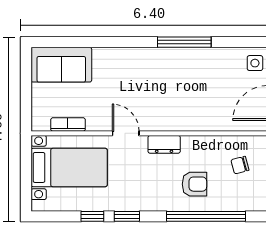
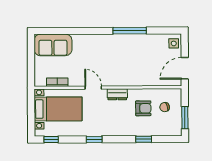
armchair: (194, 184) -> (143, 108), moved
window: (92, 216) -> (51, 140), moved
window: (206, 216) -> (144, 139), width x0.32

